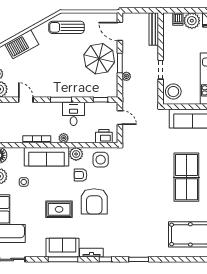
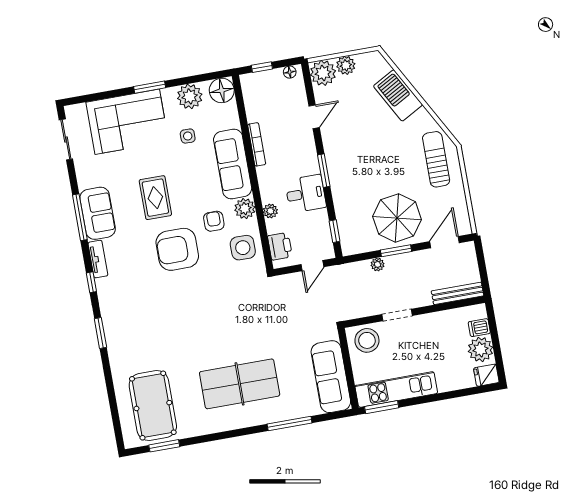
plant: (64, 138) -> (270, 211), moved

